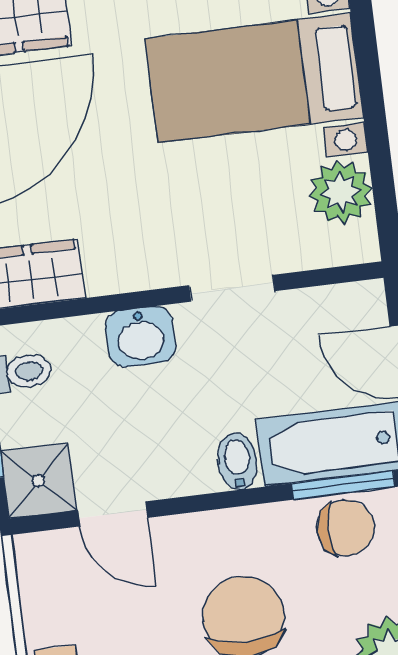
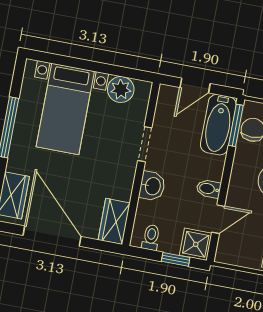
bidet: (237, 461) -> (209, 189), moved

